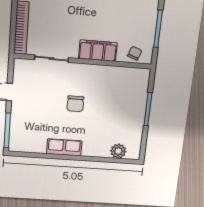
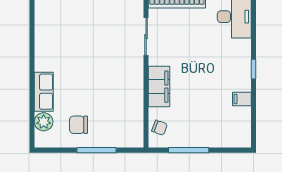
chair: (75, 104) -> (79, 125), moved
row of seats: (64, 147) -> (44, 92), moved

